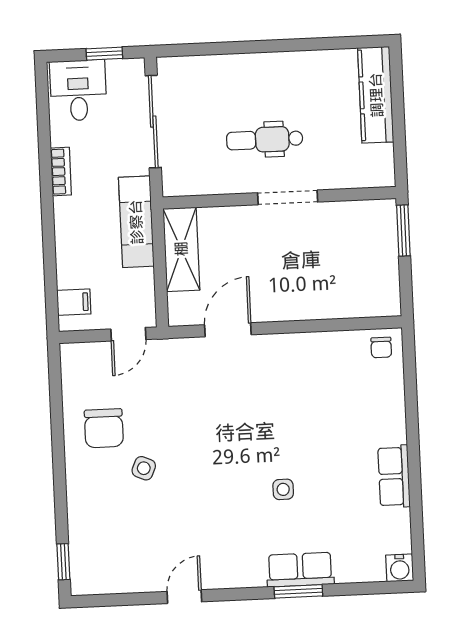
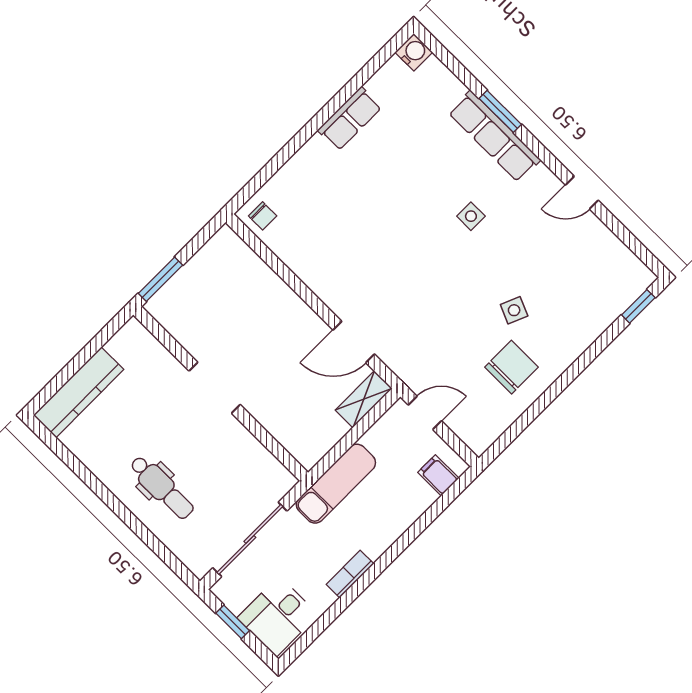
dental chair: (265, 140) -> (162, 487), moved
shelving: (181, 249) -> (364, 399), moved, width x0.67, depth x0.75
chair: (381, 347) -> (263, 216), turned 90
side table: (283, 489) -> (471, 216), moved
row of seats: (300, 570) -> (494, 136), width x1.48

